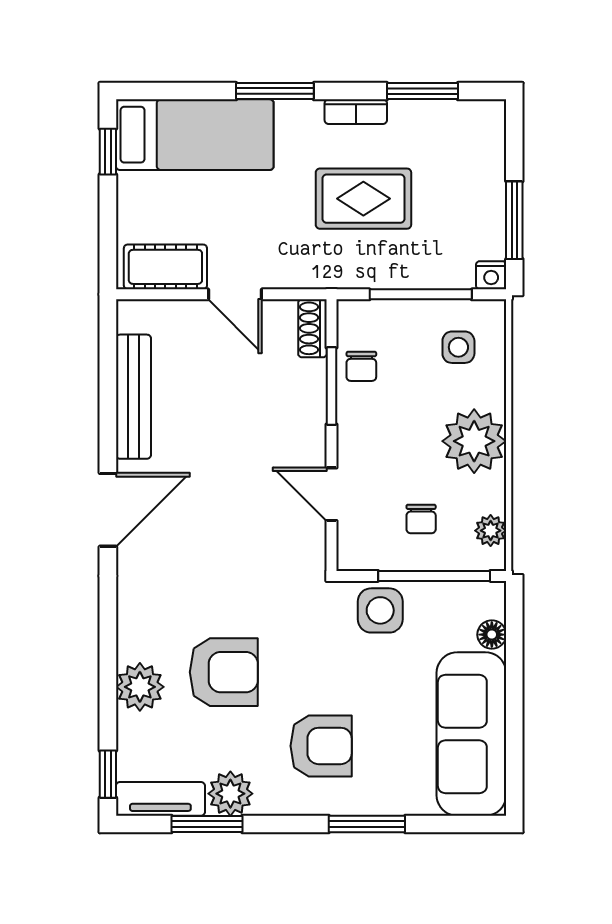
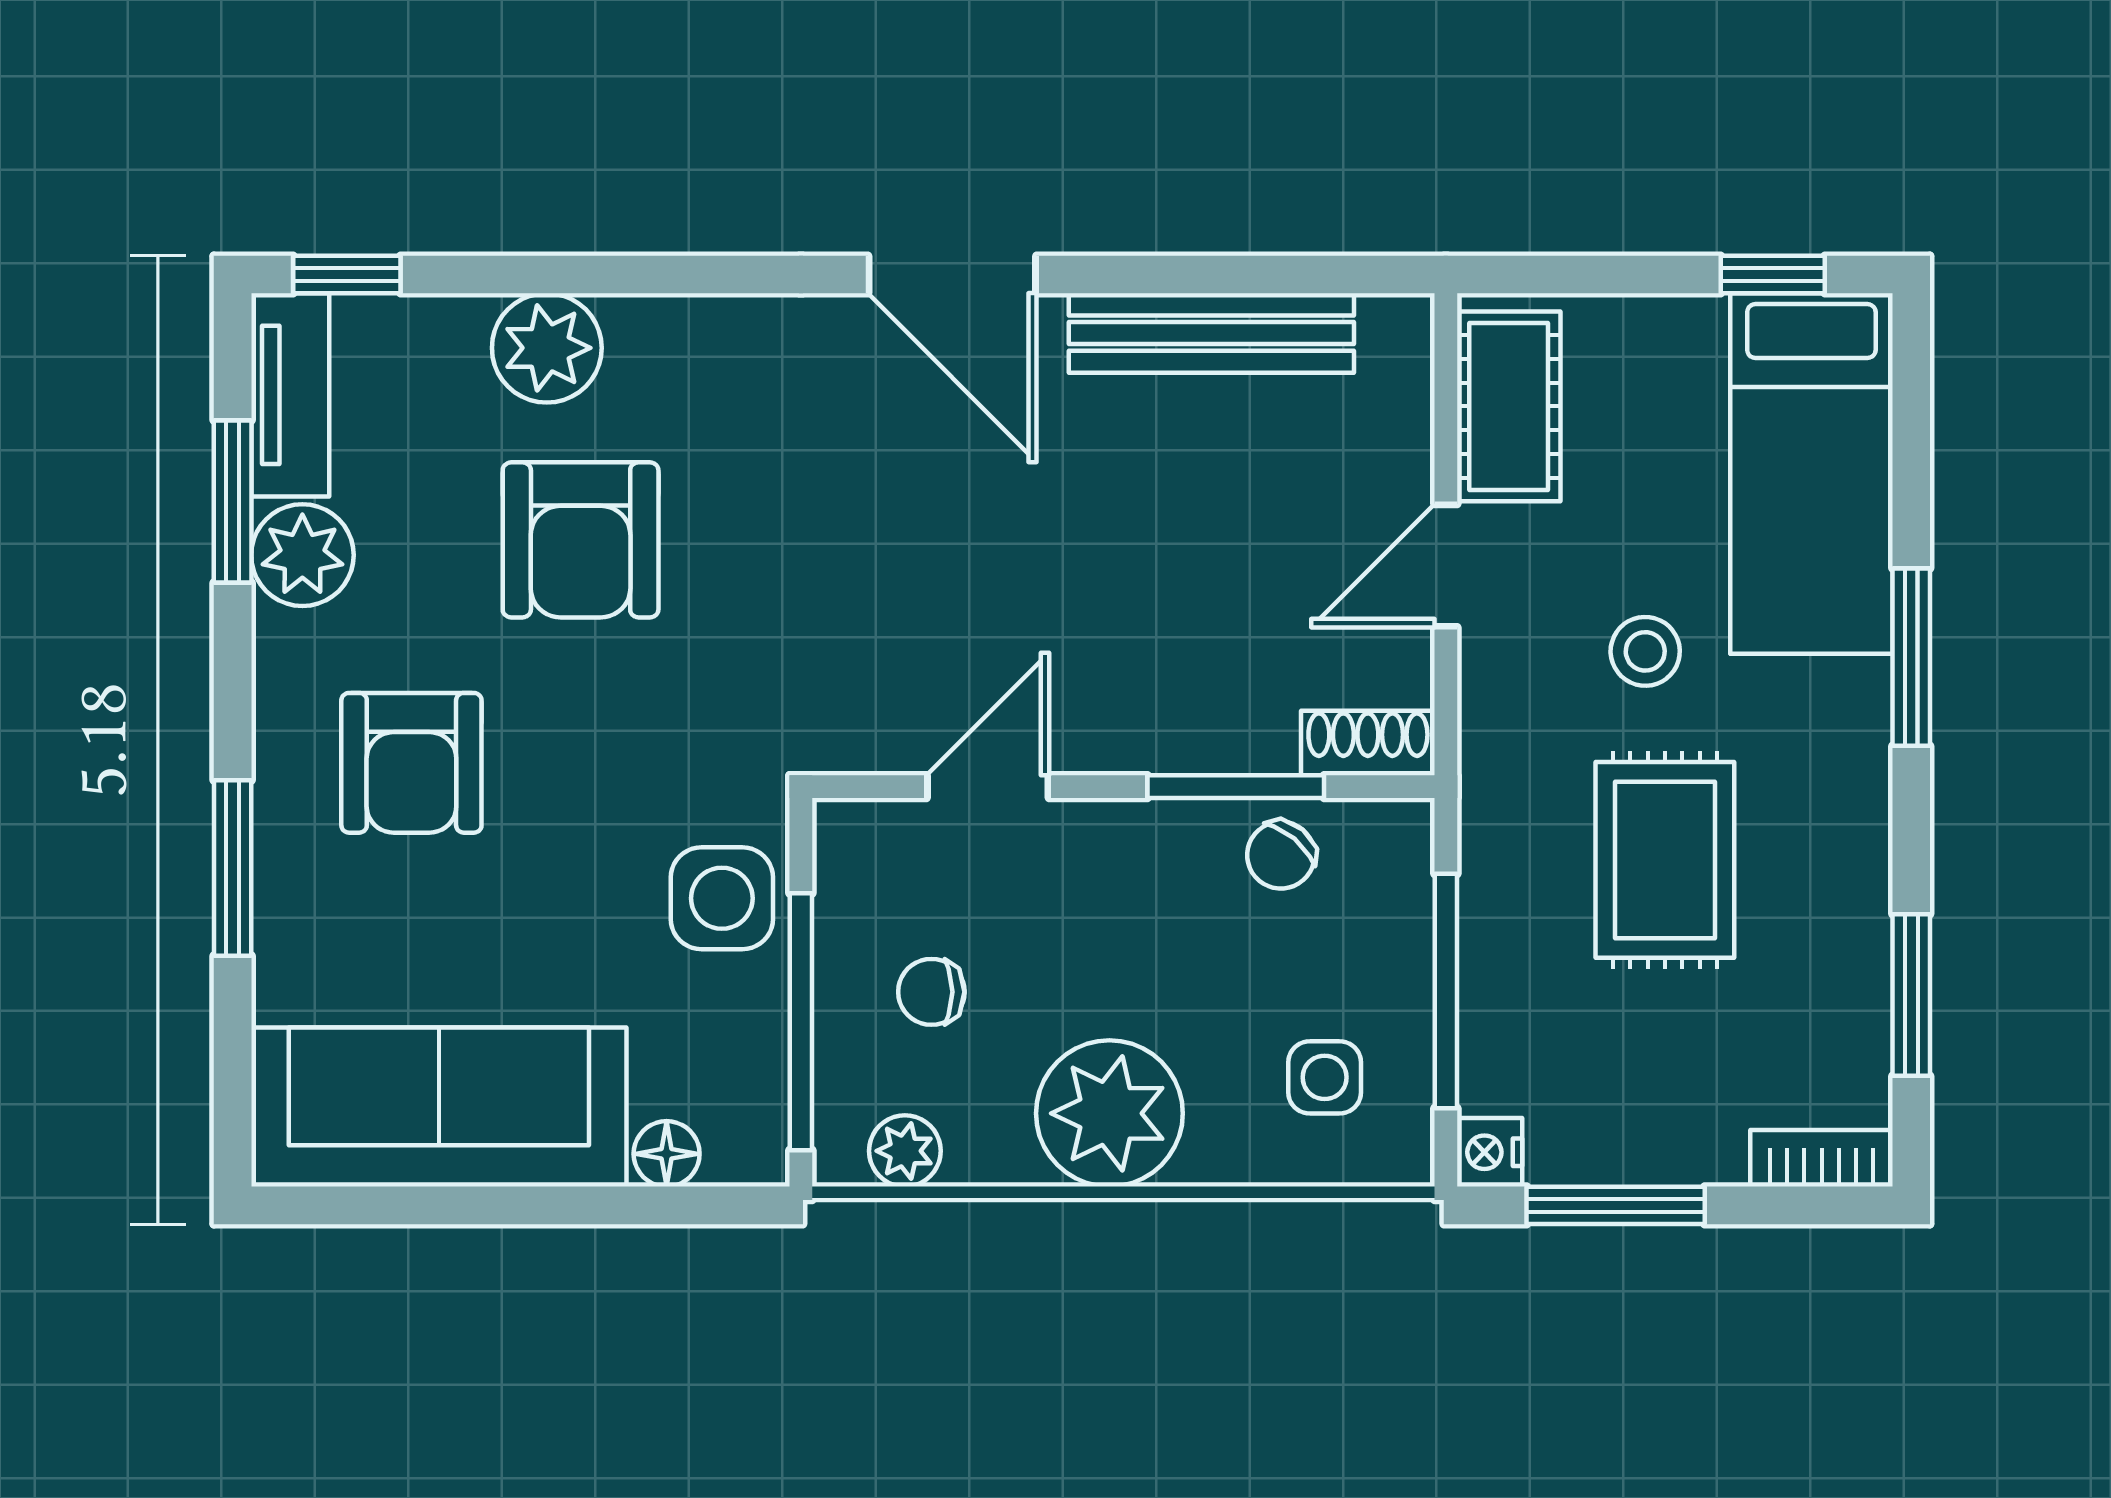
bookcase: (356, 112) -> (1822, 1158), moved, turned 90
stool: (272, 207) -> (1645, 651), added
chair: (361, 366) -> (1281, 855), turned -50

